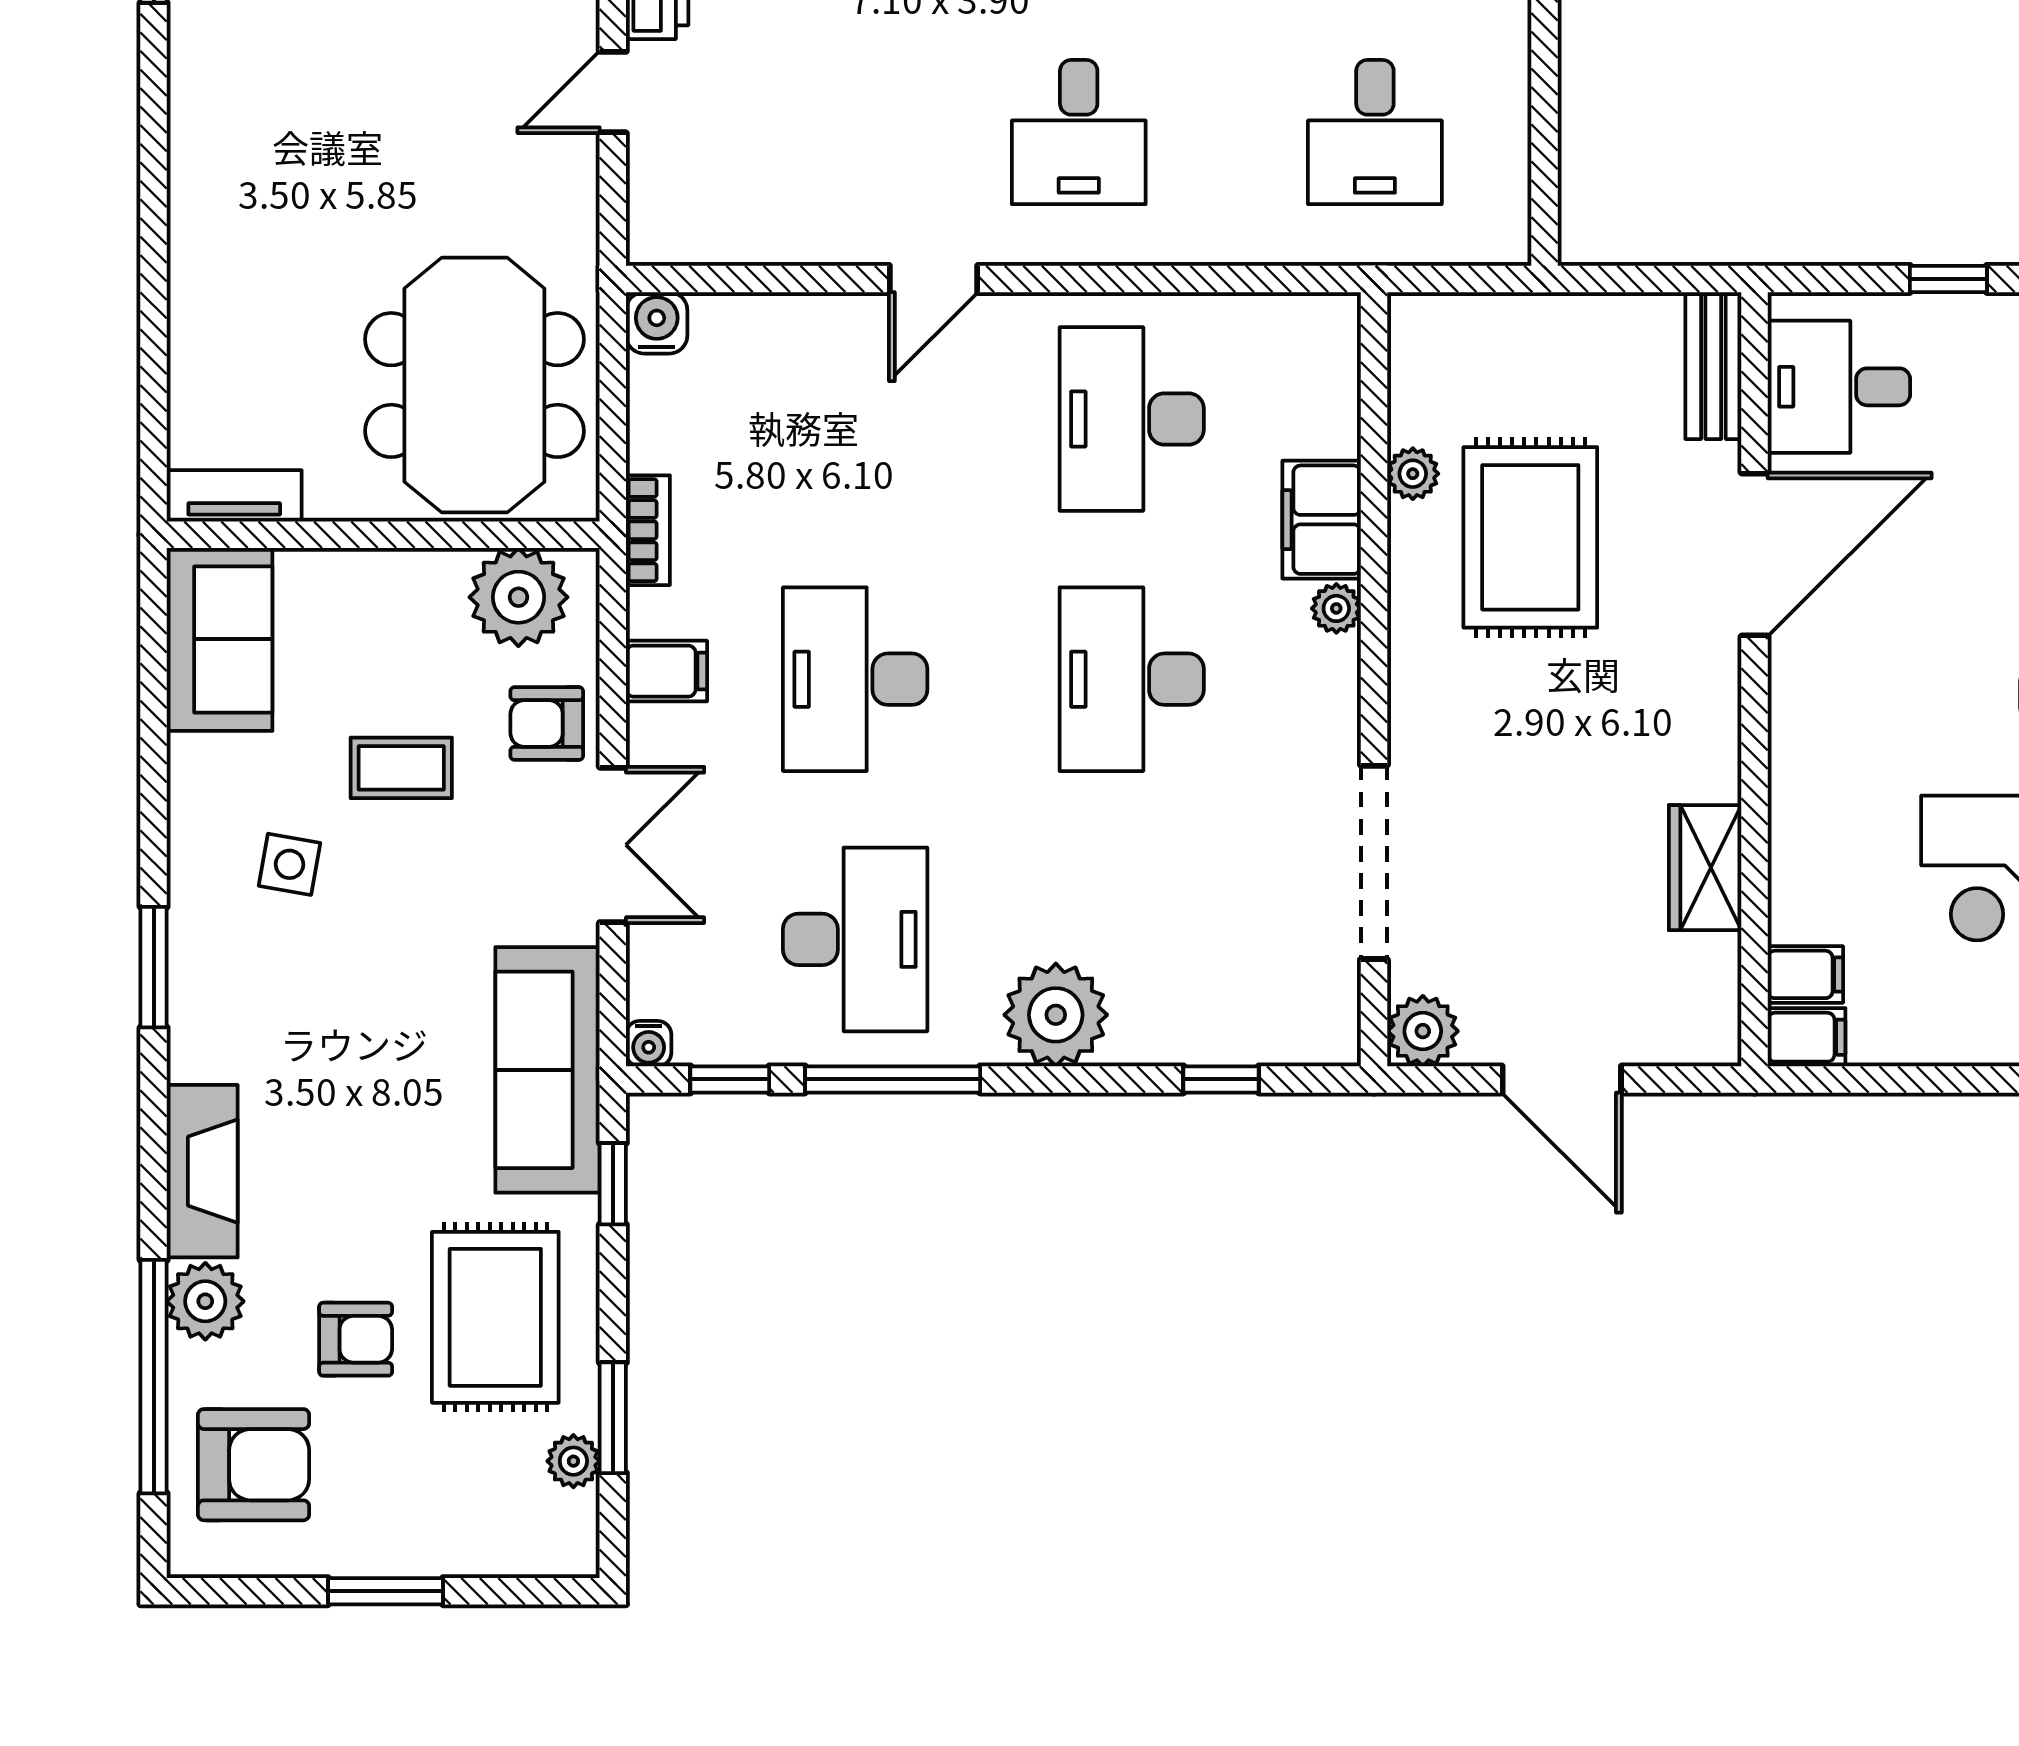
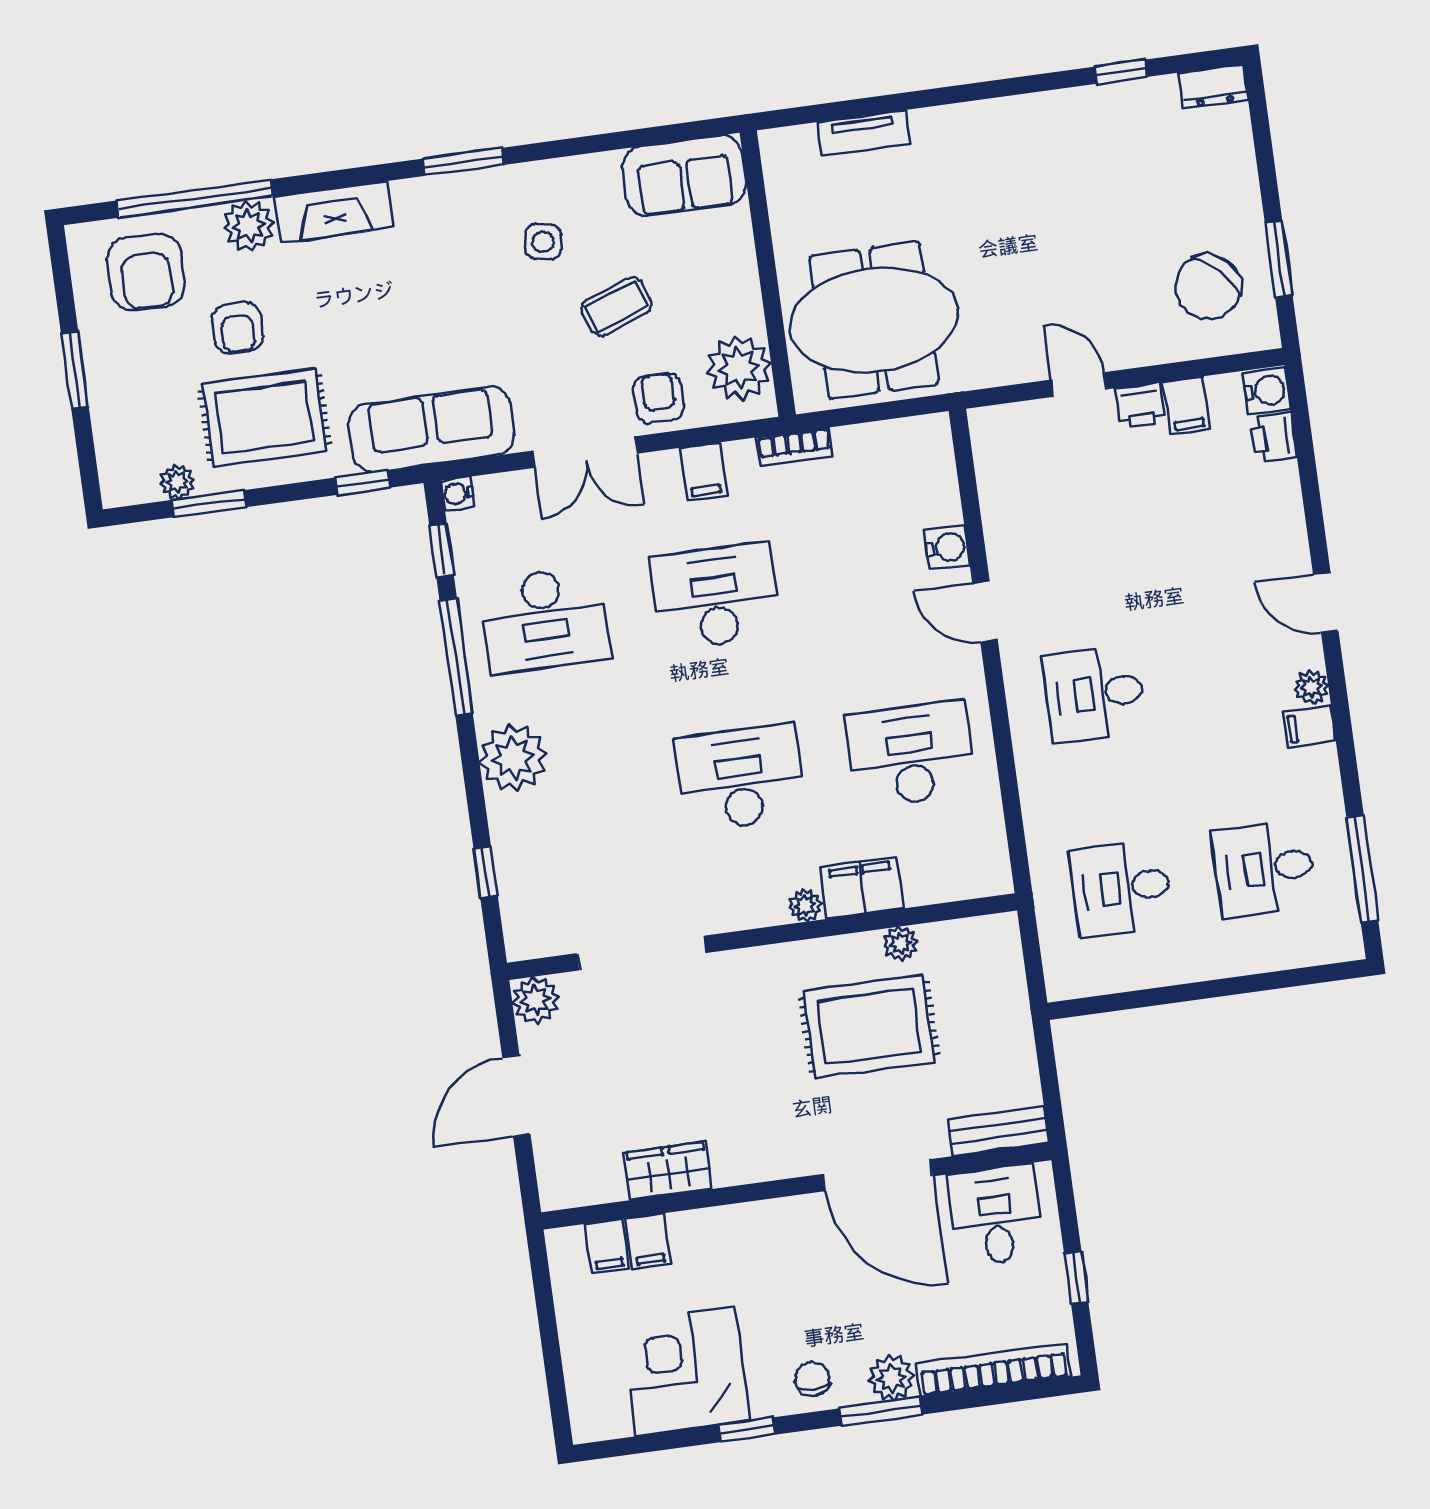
water cooler: (657, 323) -> (947, 547), moved
tv unit: (234, 496) -> (864, 133), moved, turned 90
coffee table: (401, 768) -> (616, 306), turned 70
filing cabinet: (1807, 1037) -> (648, 1241), moved

